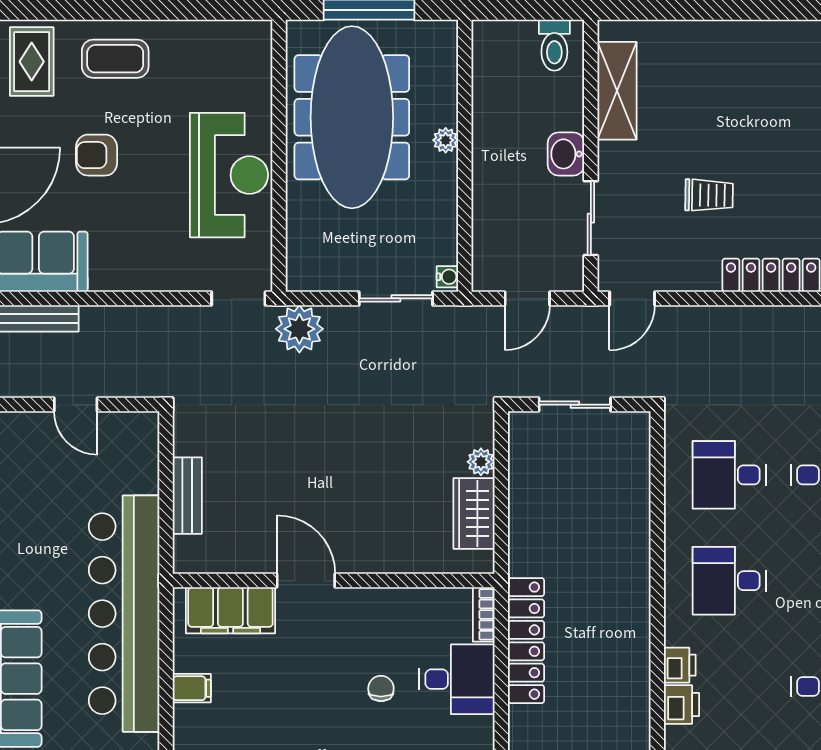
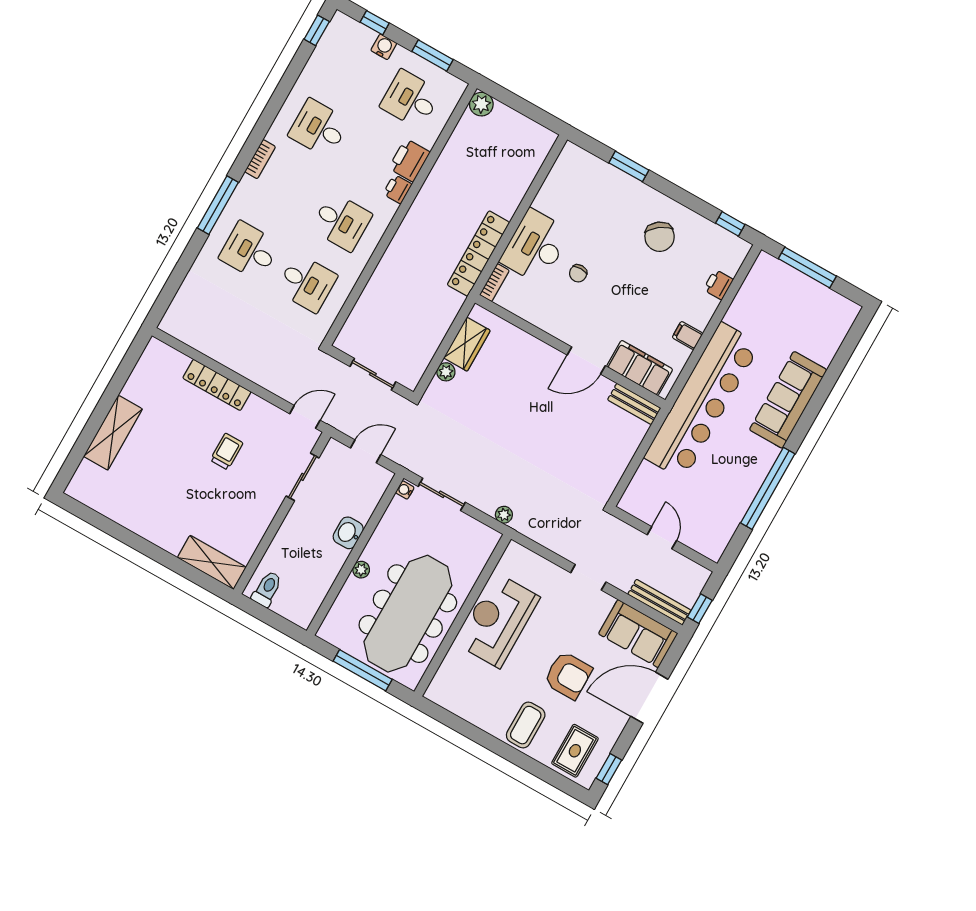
coffee table: (115, 59) -> (526, 725), turned 90
shelving: (617, 91) -> (212, 562), moved, turned 90
washbasin: (566, 154) -> (348, 533), moved, turned 180
armchair: (97, 155) -> (568, 675), width x1.38, depth x1.38
trolley: (709, 195) -> (227, 451), turned 89
doorway: (238, 298) -> (588, 577), moved
plant: (299, 329) -> (504, 515), width x0.53, depth x0.53
bench: (187, 496) -> (634, 404), moved, turned 90
door: (306, 581) -> (586, 360), hinge flipped
desk: (457, 679) -> (535, 246), width x1.37
printer: (681, 705) -> (409, 160), width x1.36, depth x1.24

